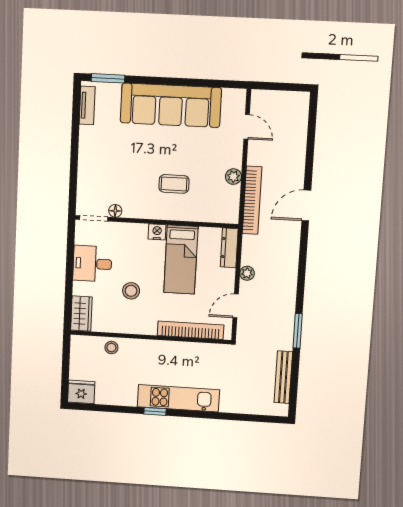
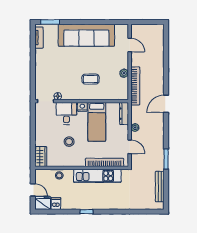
door: (306, 205) -> (166, 104), moved
desk: (92, 264) -> (66, 113), moved, turned 90
door: (236, 306) -> (130, 147), swing flipped
door: (65, 369) -> (33, 190), added
dishwasher: (104, 395) -> (56, 204), added
kitchen unit: (178, 398) -> (97, 176), moved, turned 180

